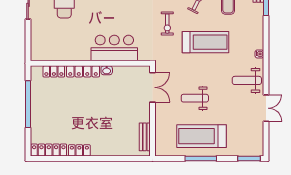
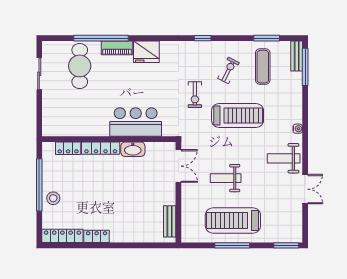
washbasin: (107, 70) -> (133, 149), width x1.91, depth x1.45
stool: (41, 116) -> (53, 198), added

